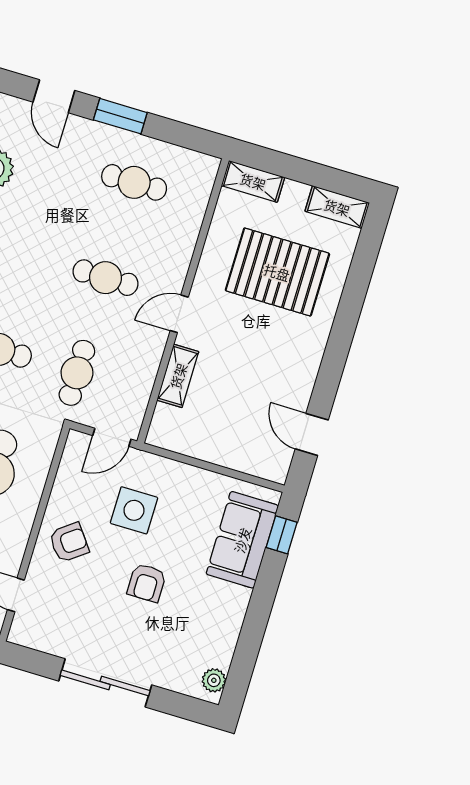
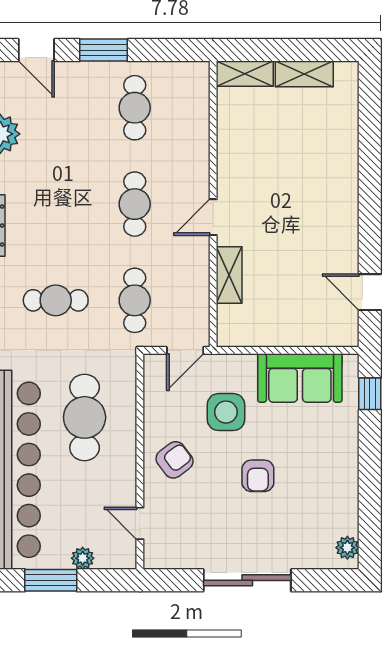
cafe table: (134, 182) -> (135, 108), turned 90
shelving: (337, 207) -> (304, 74), moved
pallet: (277, 272) -> (293, 151), removed
cafe table: (106, 278) -> (135, 204), turned 90
sofa: (242, 540) -> (300, 378), moved, turned -90

